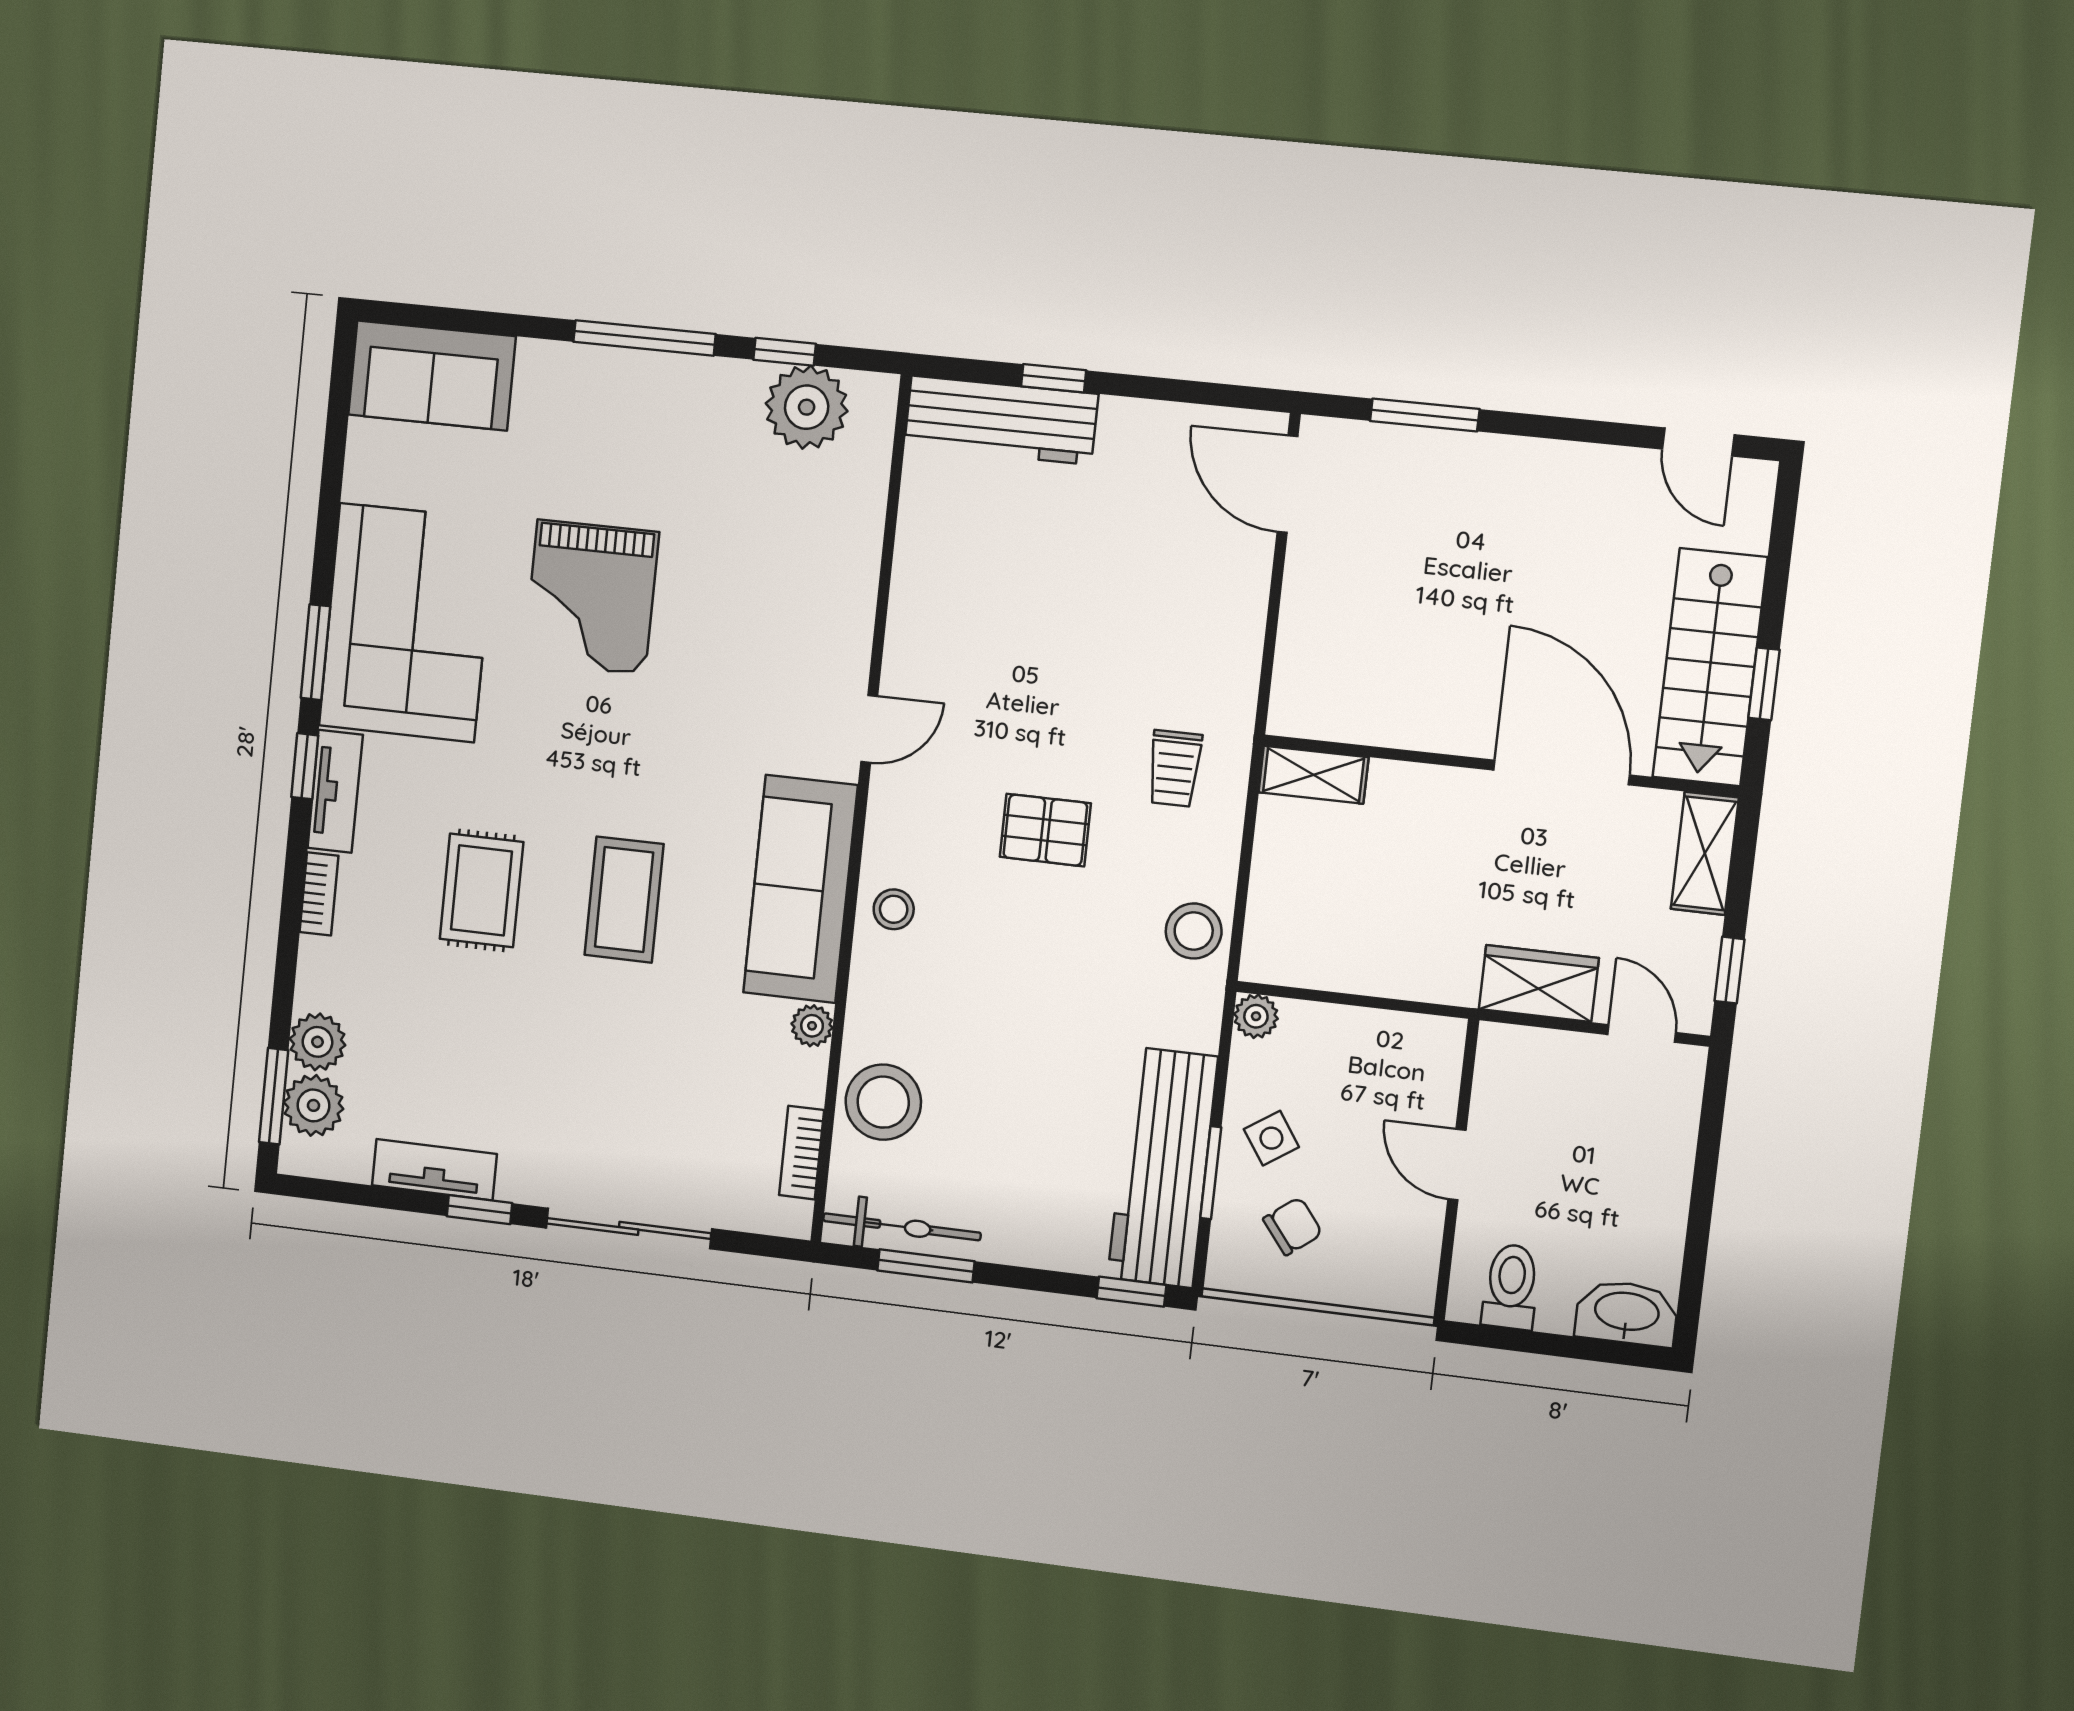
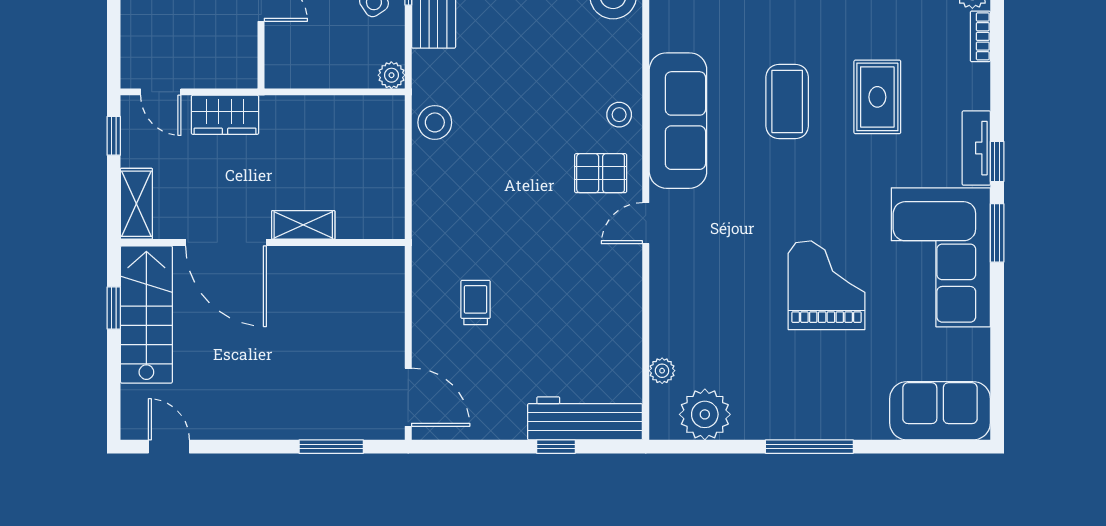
window: (785, 352) -> (722, 447), removed
trolley: (1175, 768) -> (476, 303), moved
shelving: (1313, 775) -> (303, 225), moved
pallet: (1045, 830) -> (601, 173), moved
bookcase: (319, 894) -> (980, 36), moved
plant: (812, 1026) -> (662, 371), moved

